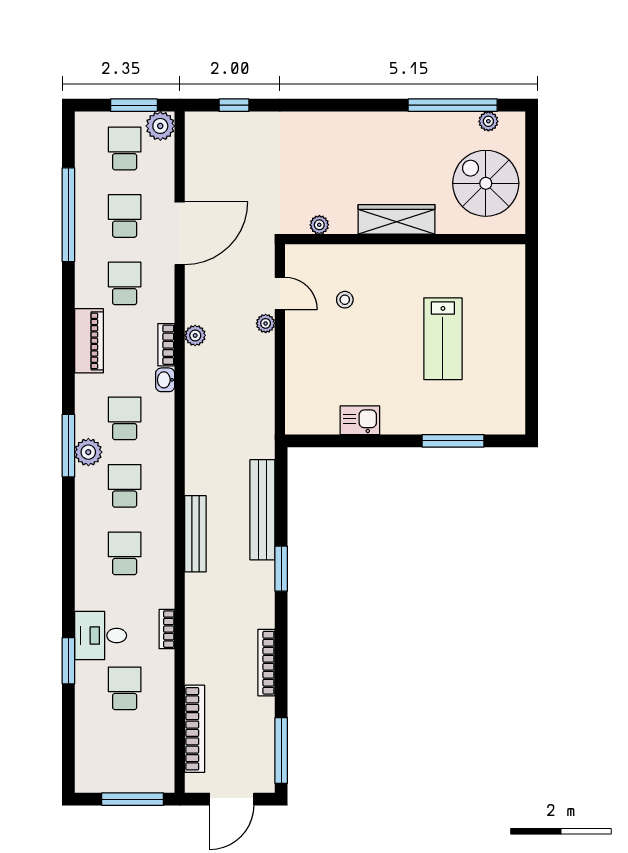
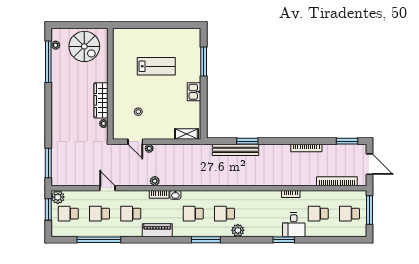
window: (234, 105) -> (48, 163), width x2.17
spiral stairs: (486, 183) -> (84, 46), turned -90
wardrobe: (397, 219) -> (101, 100), moved
door: (180, 233) -> (107, 188), width x0.53
door: (280, 293) -> (135, 142), swing flipped
shelving: (297, 404) -> (186, 134), added
kitchen sink: (360, 420) -> (194, 92), moved
plant: (88, 452) -> (238, 230), moved
bench: (195, 534) -> (247, 181), removed
school desk: (125, 553) -> (349, 214), moved
window: (281, 569) -> (247, 141), moved
window: (68, 661) -> (284, 240), moved
window: (281, 751) -> (347, 141), width x0.69

